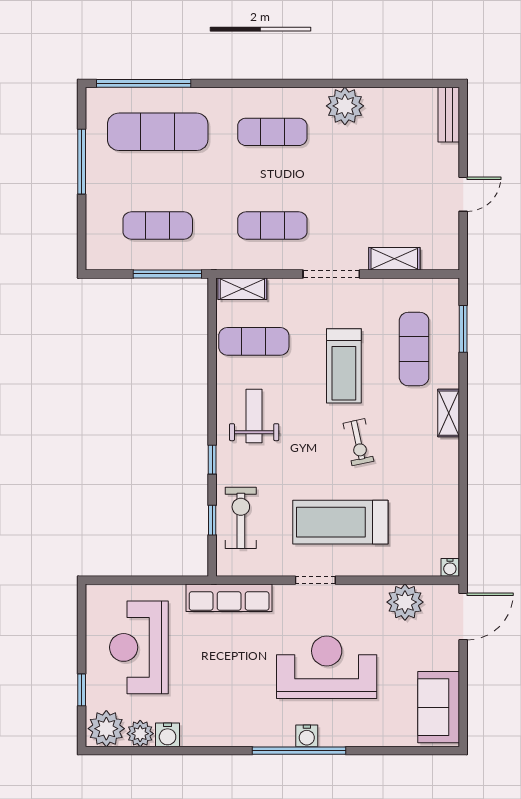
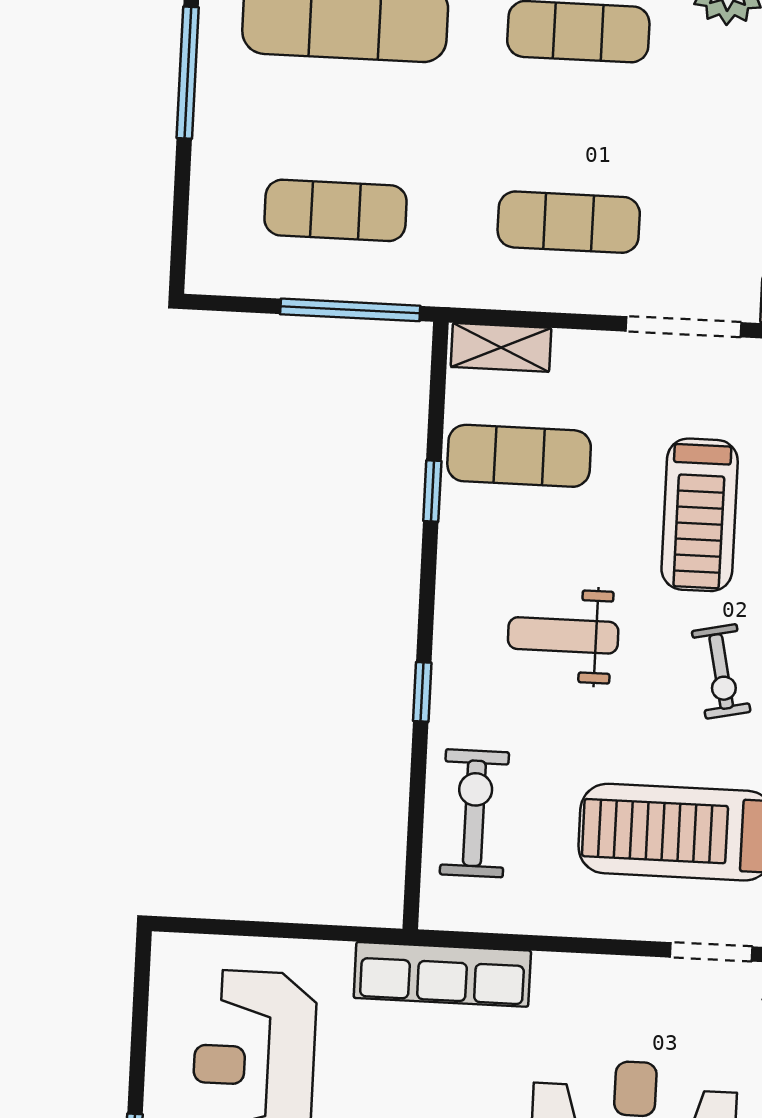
weight bench: (254, 416) -> (563, 635), moved, turned -90
window: (212, 520) -> (432, 491), moved
doorway: (315, 580) -> (711, 952), moved

